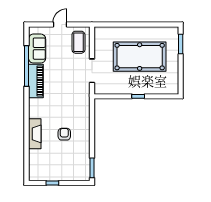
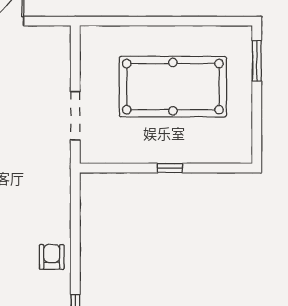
coffee table: (78, 42) -> (48, 57), removed
armchair: (64, 134) -> (52, 257), moved

